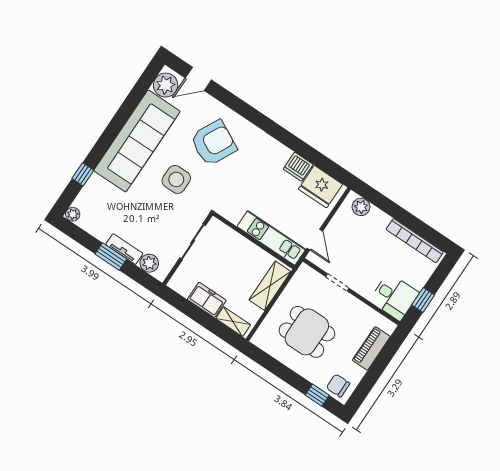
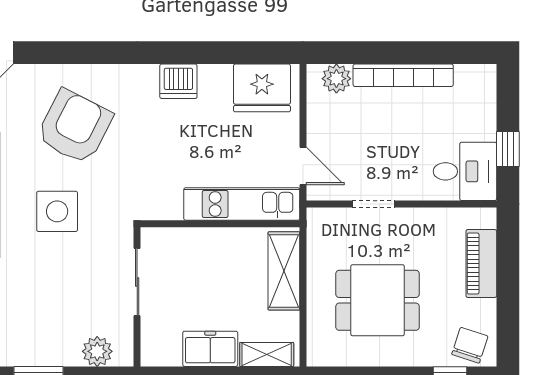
dishwasher: (298, 167) -> (178, 81), moved
bookcase: (415, 241) -> (403, 75), moved
tv unit: (124, 249) -> (50, 355), removed
chair: (338, 386) -> (470, 345), turned 108

